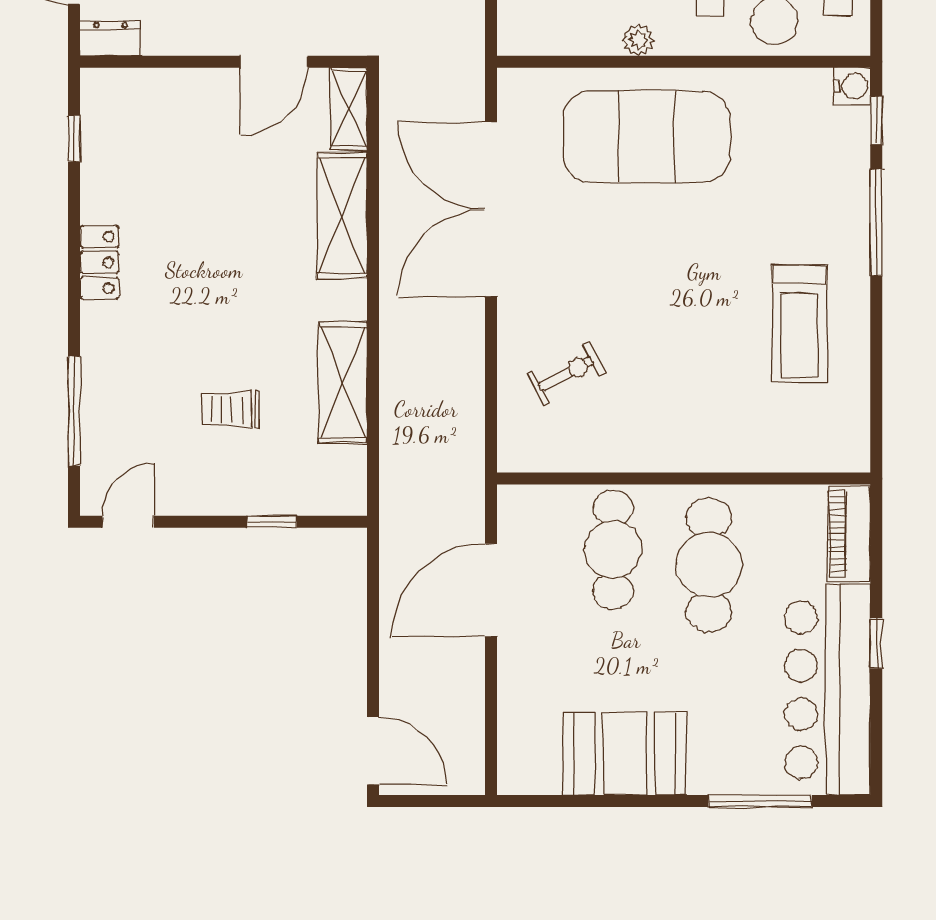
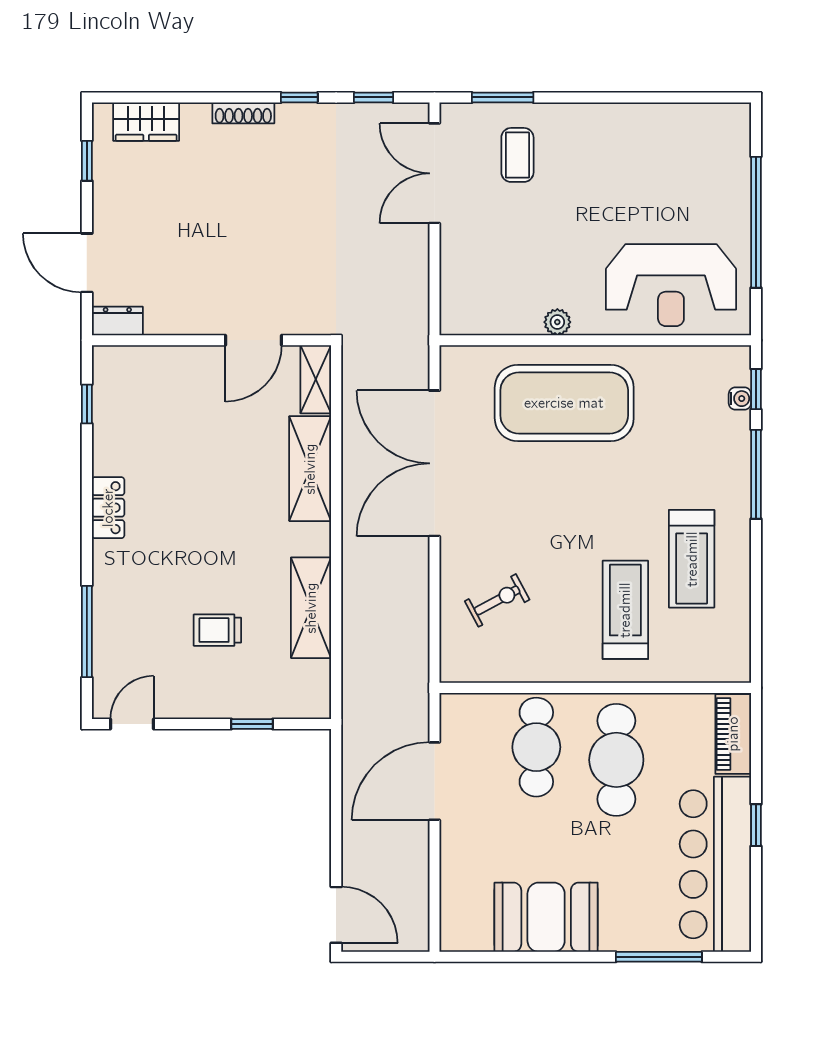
water cooler: (852, 86) -> (740, 399), moved, width x0.72, depth x0.72
treadmill: (720, 385) -> (625, 610), added

